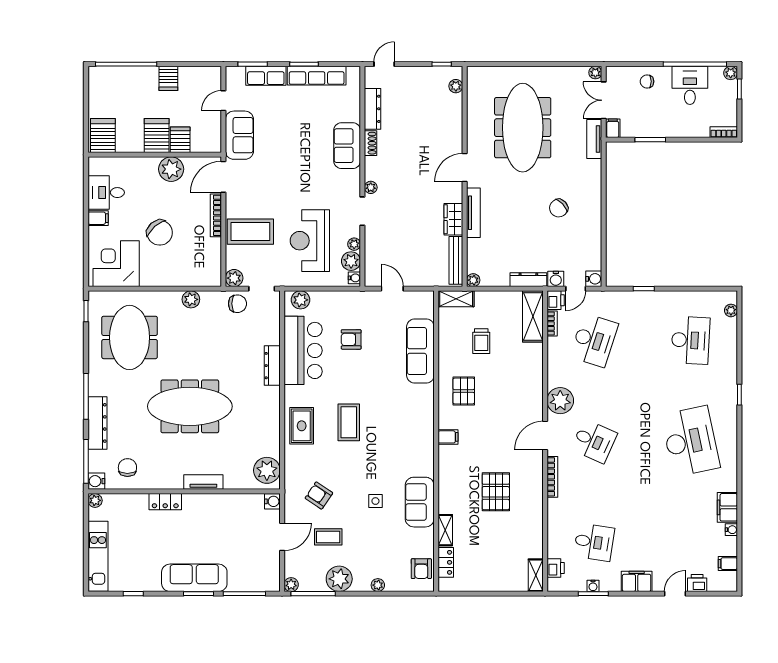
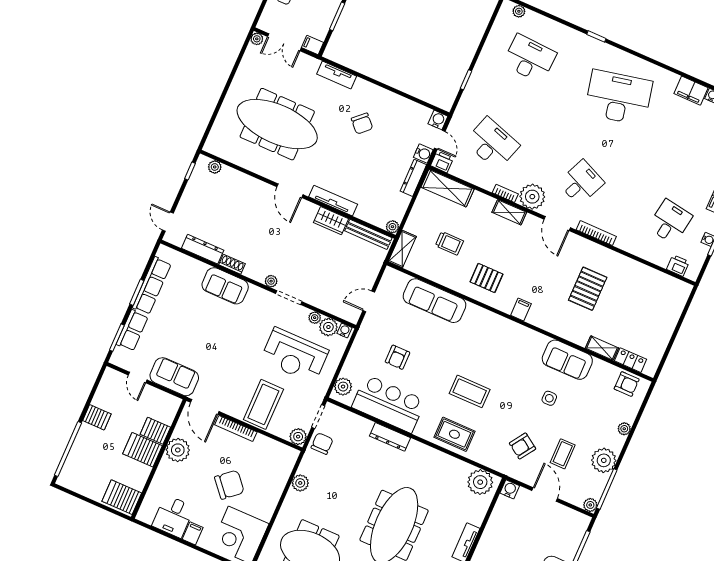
tv unit: (594, 139) -> (337, 75), moved
bookcase: (552, 324) -> (505, 193), moved
pallet: (496, 492) -> (588, 289), turned 90
shelving: (536, 575) -> (509, 212), moved

